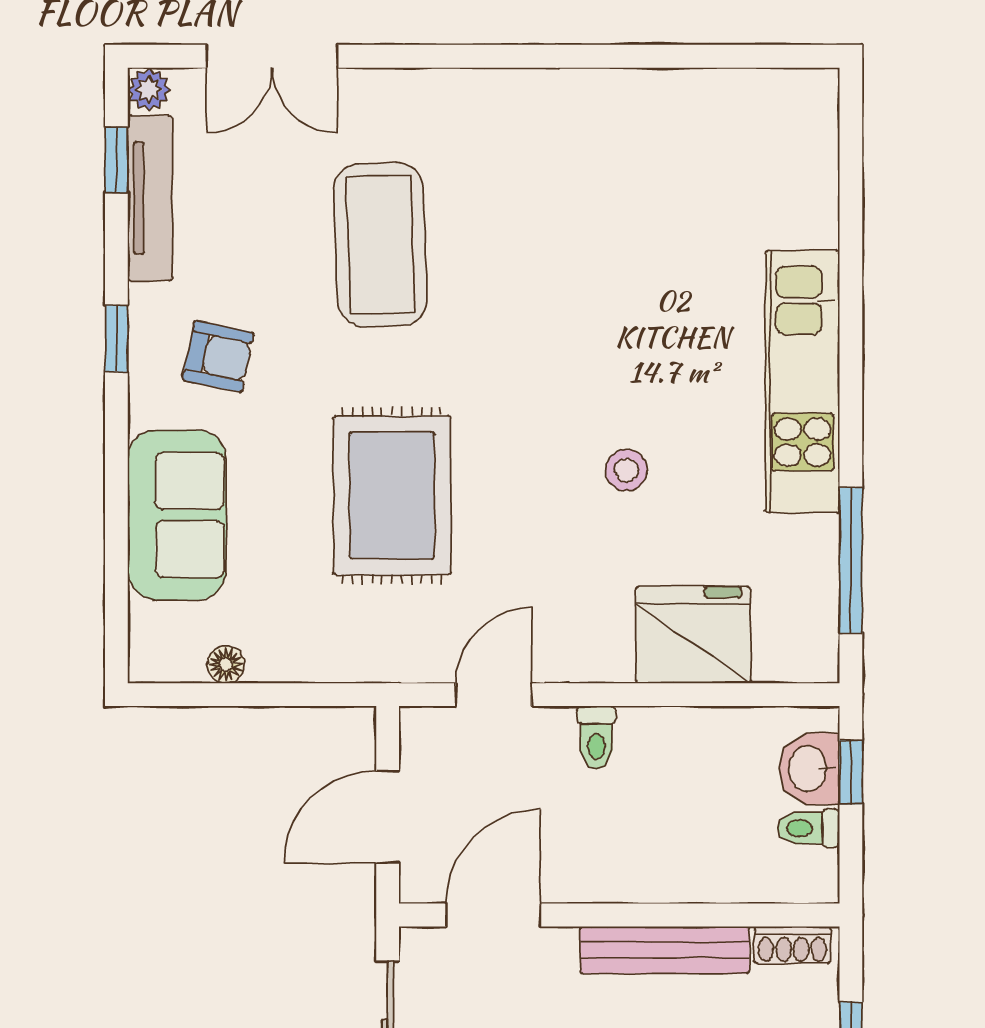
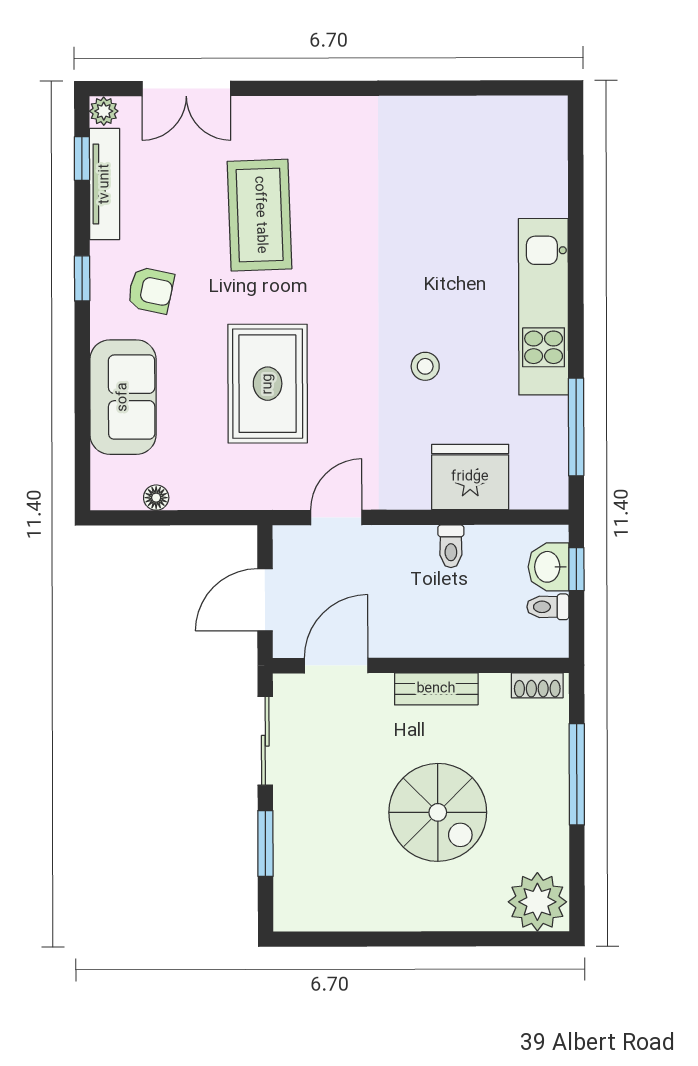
toilet: (596, 738) -> (451, 546), moved
bench: (665, 950) -> (436, 689), width x0.73

